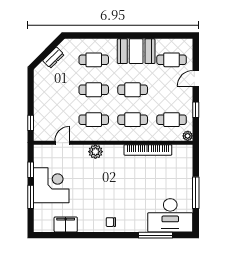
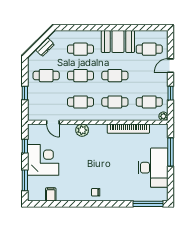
cafe table: (55, 90) -> (46, 76), added
window: (31, 123) -> (25, 93), moved
door: (62, 143) -> (53, 122), swing flipped
window: (196, 193) -> (171, 152), moved
window: (31, 197) -> (25, 180), moved
desk: (170, 215) -> (153, 168), moved, turned -90
filing cabinet: (66, 224) -> (51, 194), width x0.50
window: (156, 235) -> (148, 204), moved

